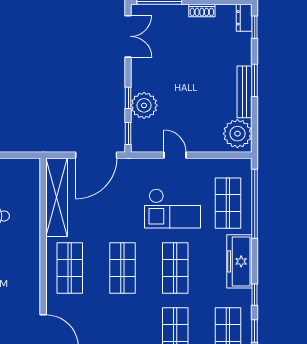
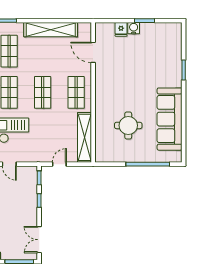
plant: (144, 105) -> (29, 196), removed
door: (96, 155) -> (59, 164), width x0.53

